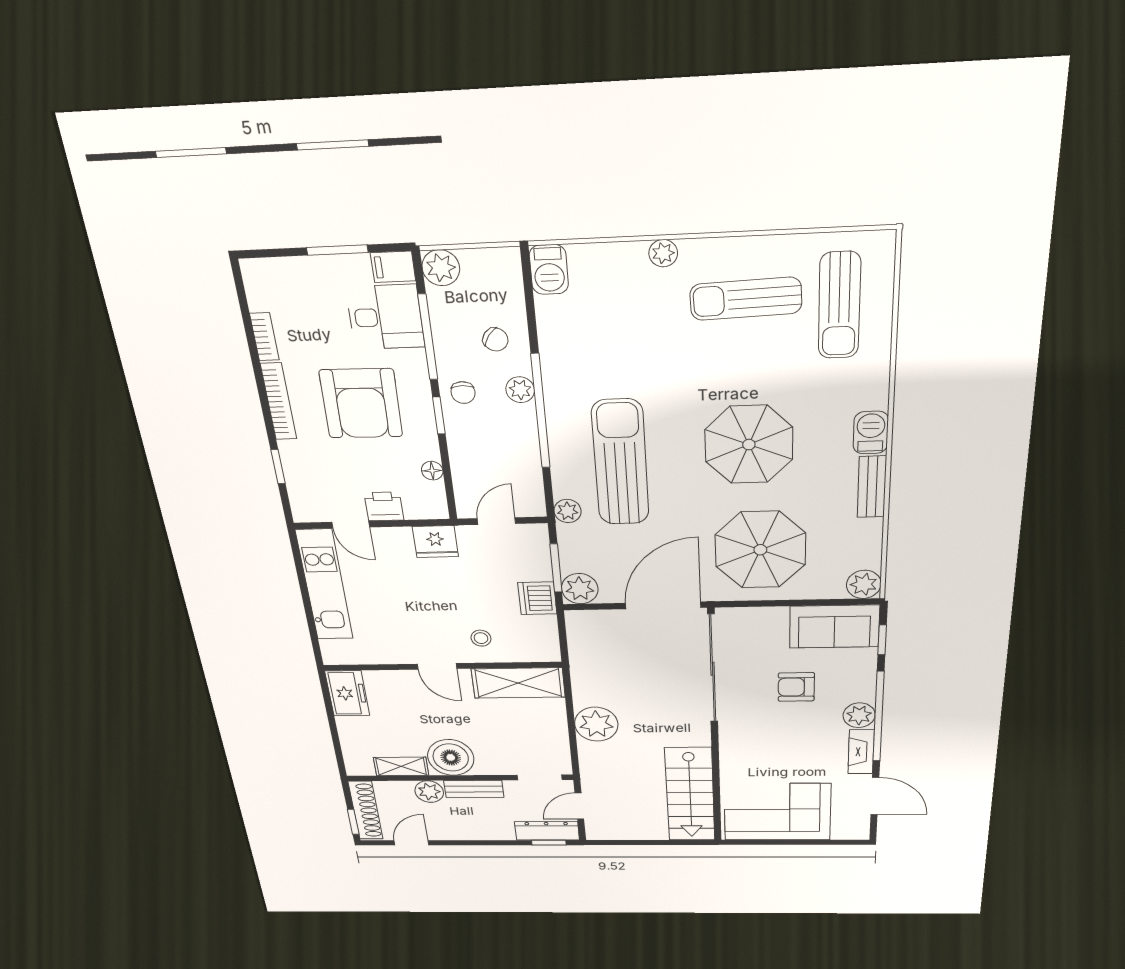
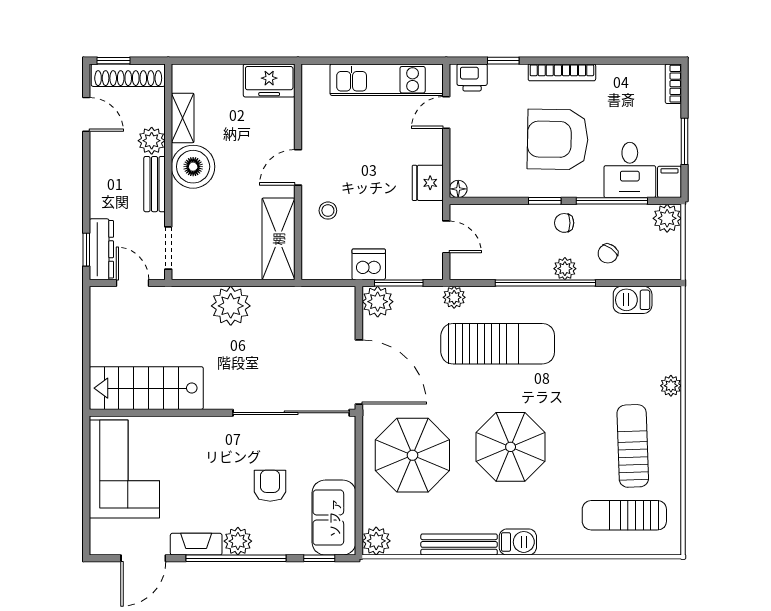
barbecue: (549, 270) -> (633, 300), moved
bookcase: (264, 337) -> (673, 84), moved, turned 90
floor lamp: (432, 471) -> (458, 189), moved
bench: (872, 487) -> (459, 544), width x1.36
printer: (384, 506) -> (472, 77), moved, turned 90

